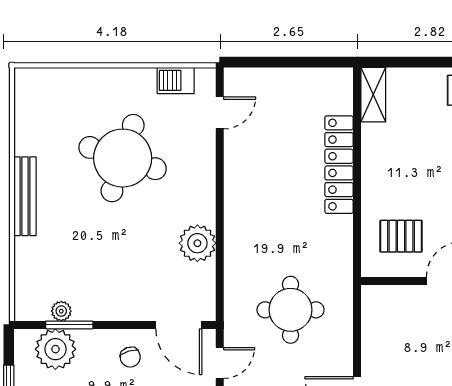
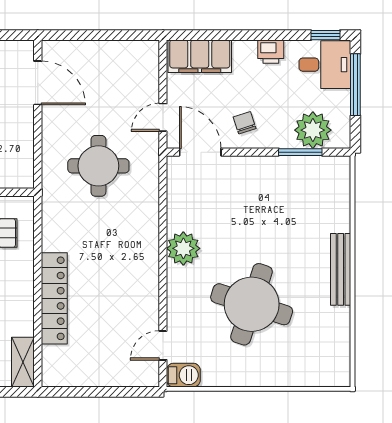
barbecue: (176, 80) -> (183, 375), moved
plant: (197, 243) -> (183, 248), moved
plant: (61, 311) -> (308, 165), removed

